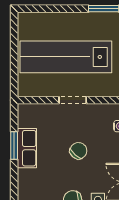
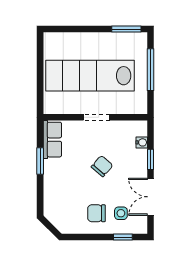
row of seats: (27, 148) -> (52, 140), moved

